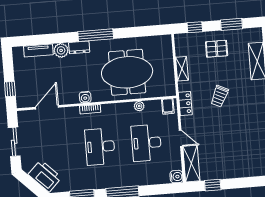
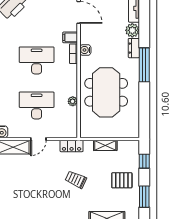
pallet: (217, 49) -> (122, 180), turned 90
filing cabinet: (168, 106) -> (70, 37), moved

